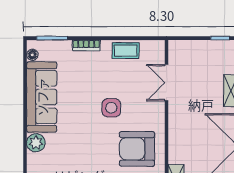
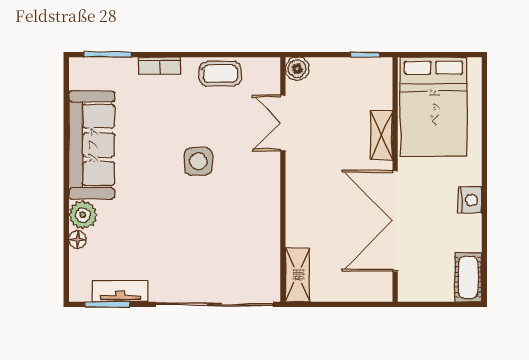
boiler: (176, 47) -> (297, 69), added
floor lamp: (32, 55) -> (77, 240), moved
armchair: (137, 149) -> (238, 224), removed

